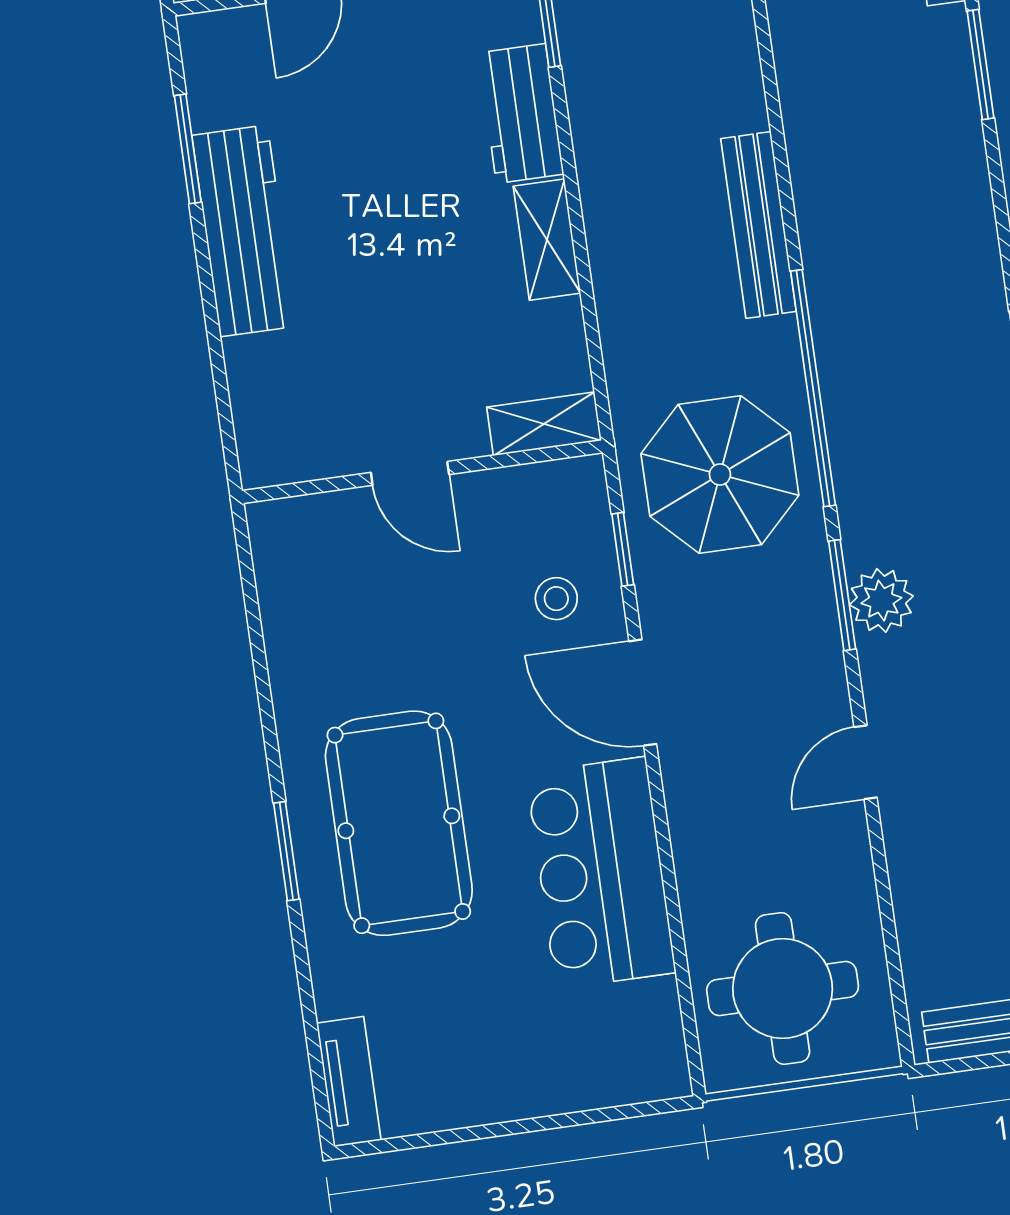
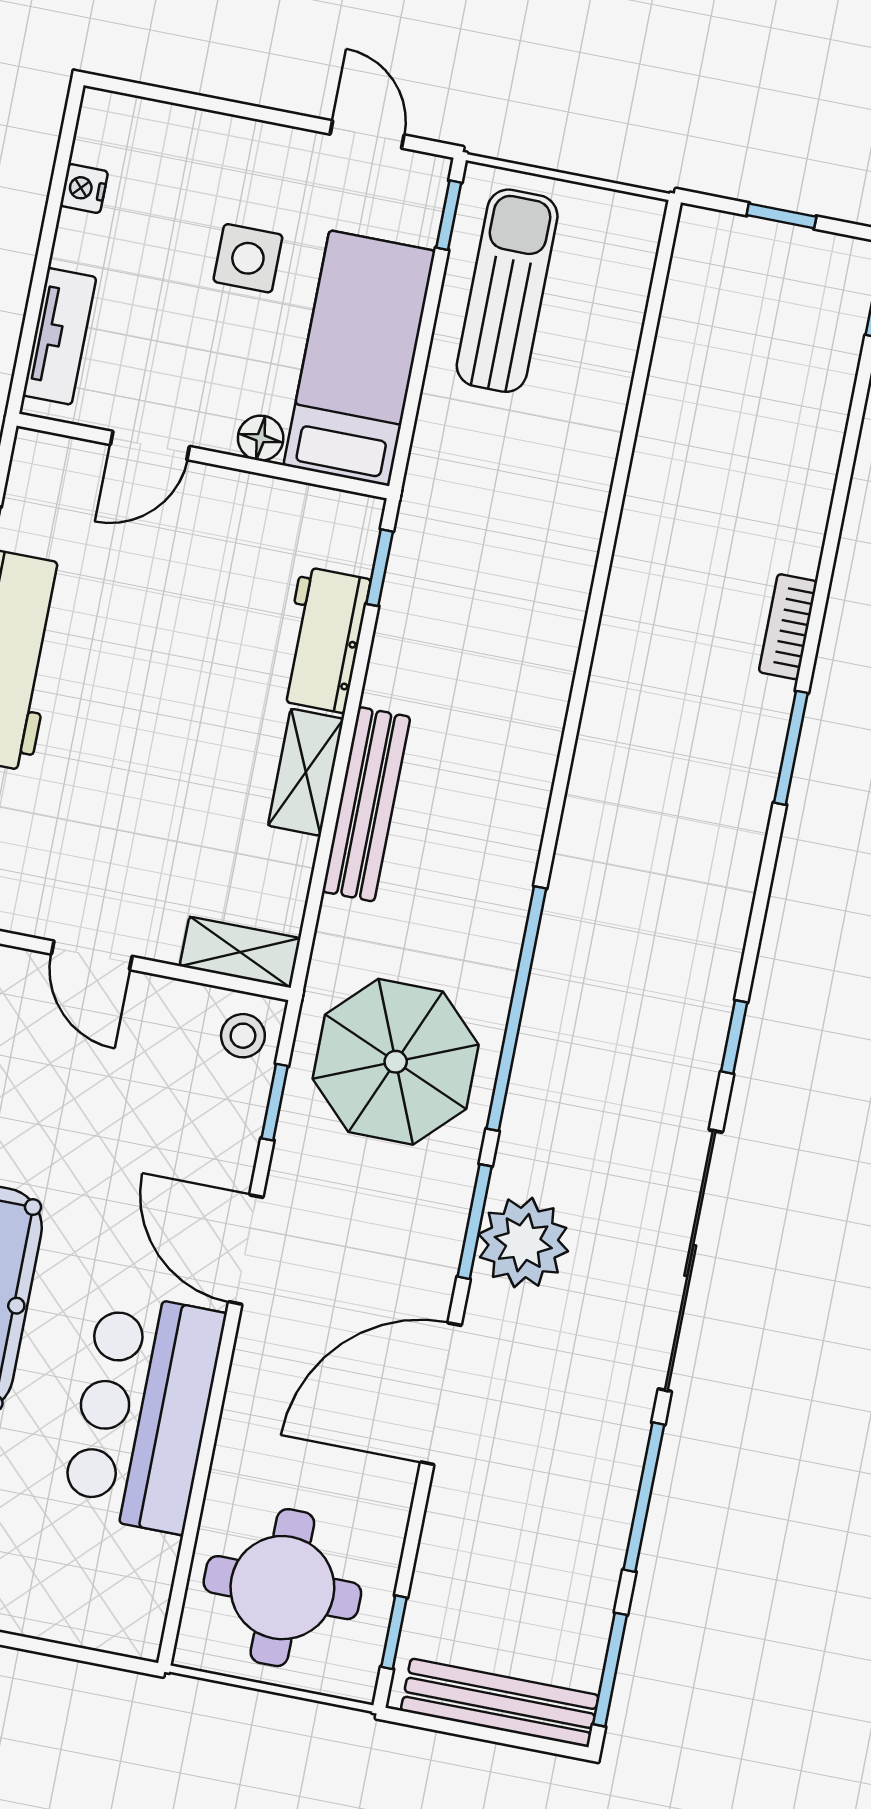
bench: (758, 225) -> (366, 804), moved
stool: (556, 599) -> (243, 1036), moved
plant: (881, 600) -> (523, 1243), width x1.36, depth x1.36
door: (866, 762) -> (441, 1394), width x1.88
window: (898, 994) -> (394, 1632), added

